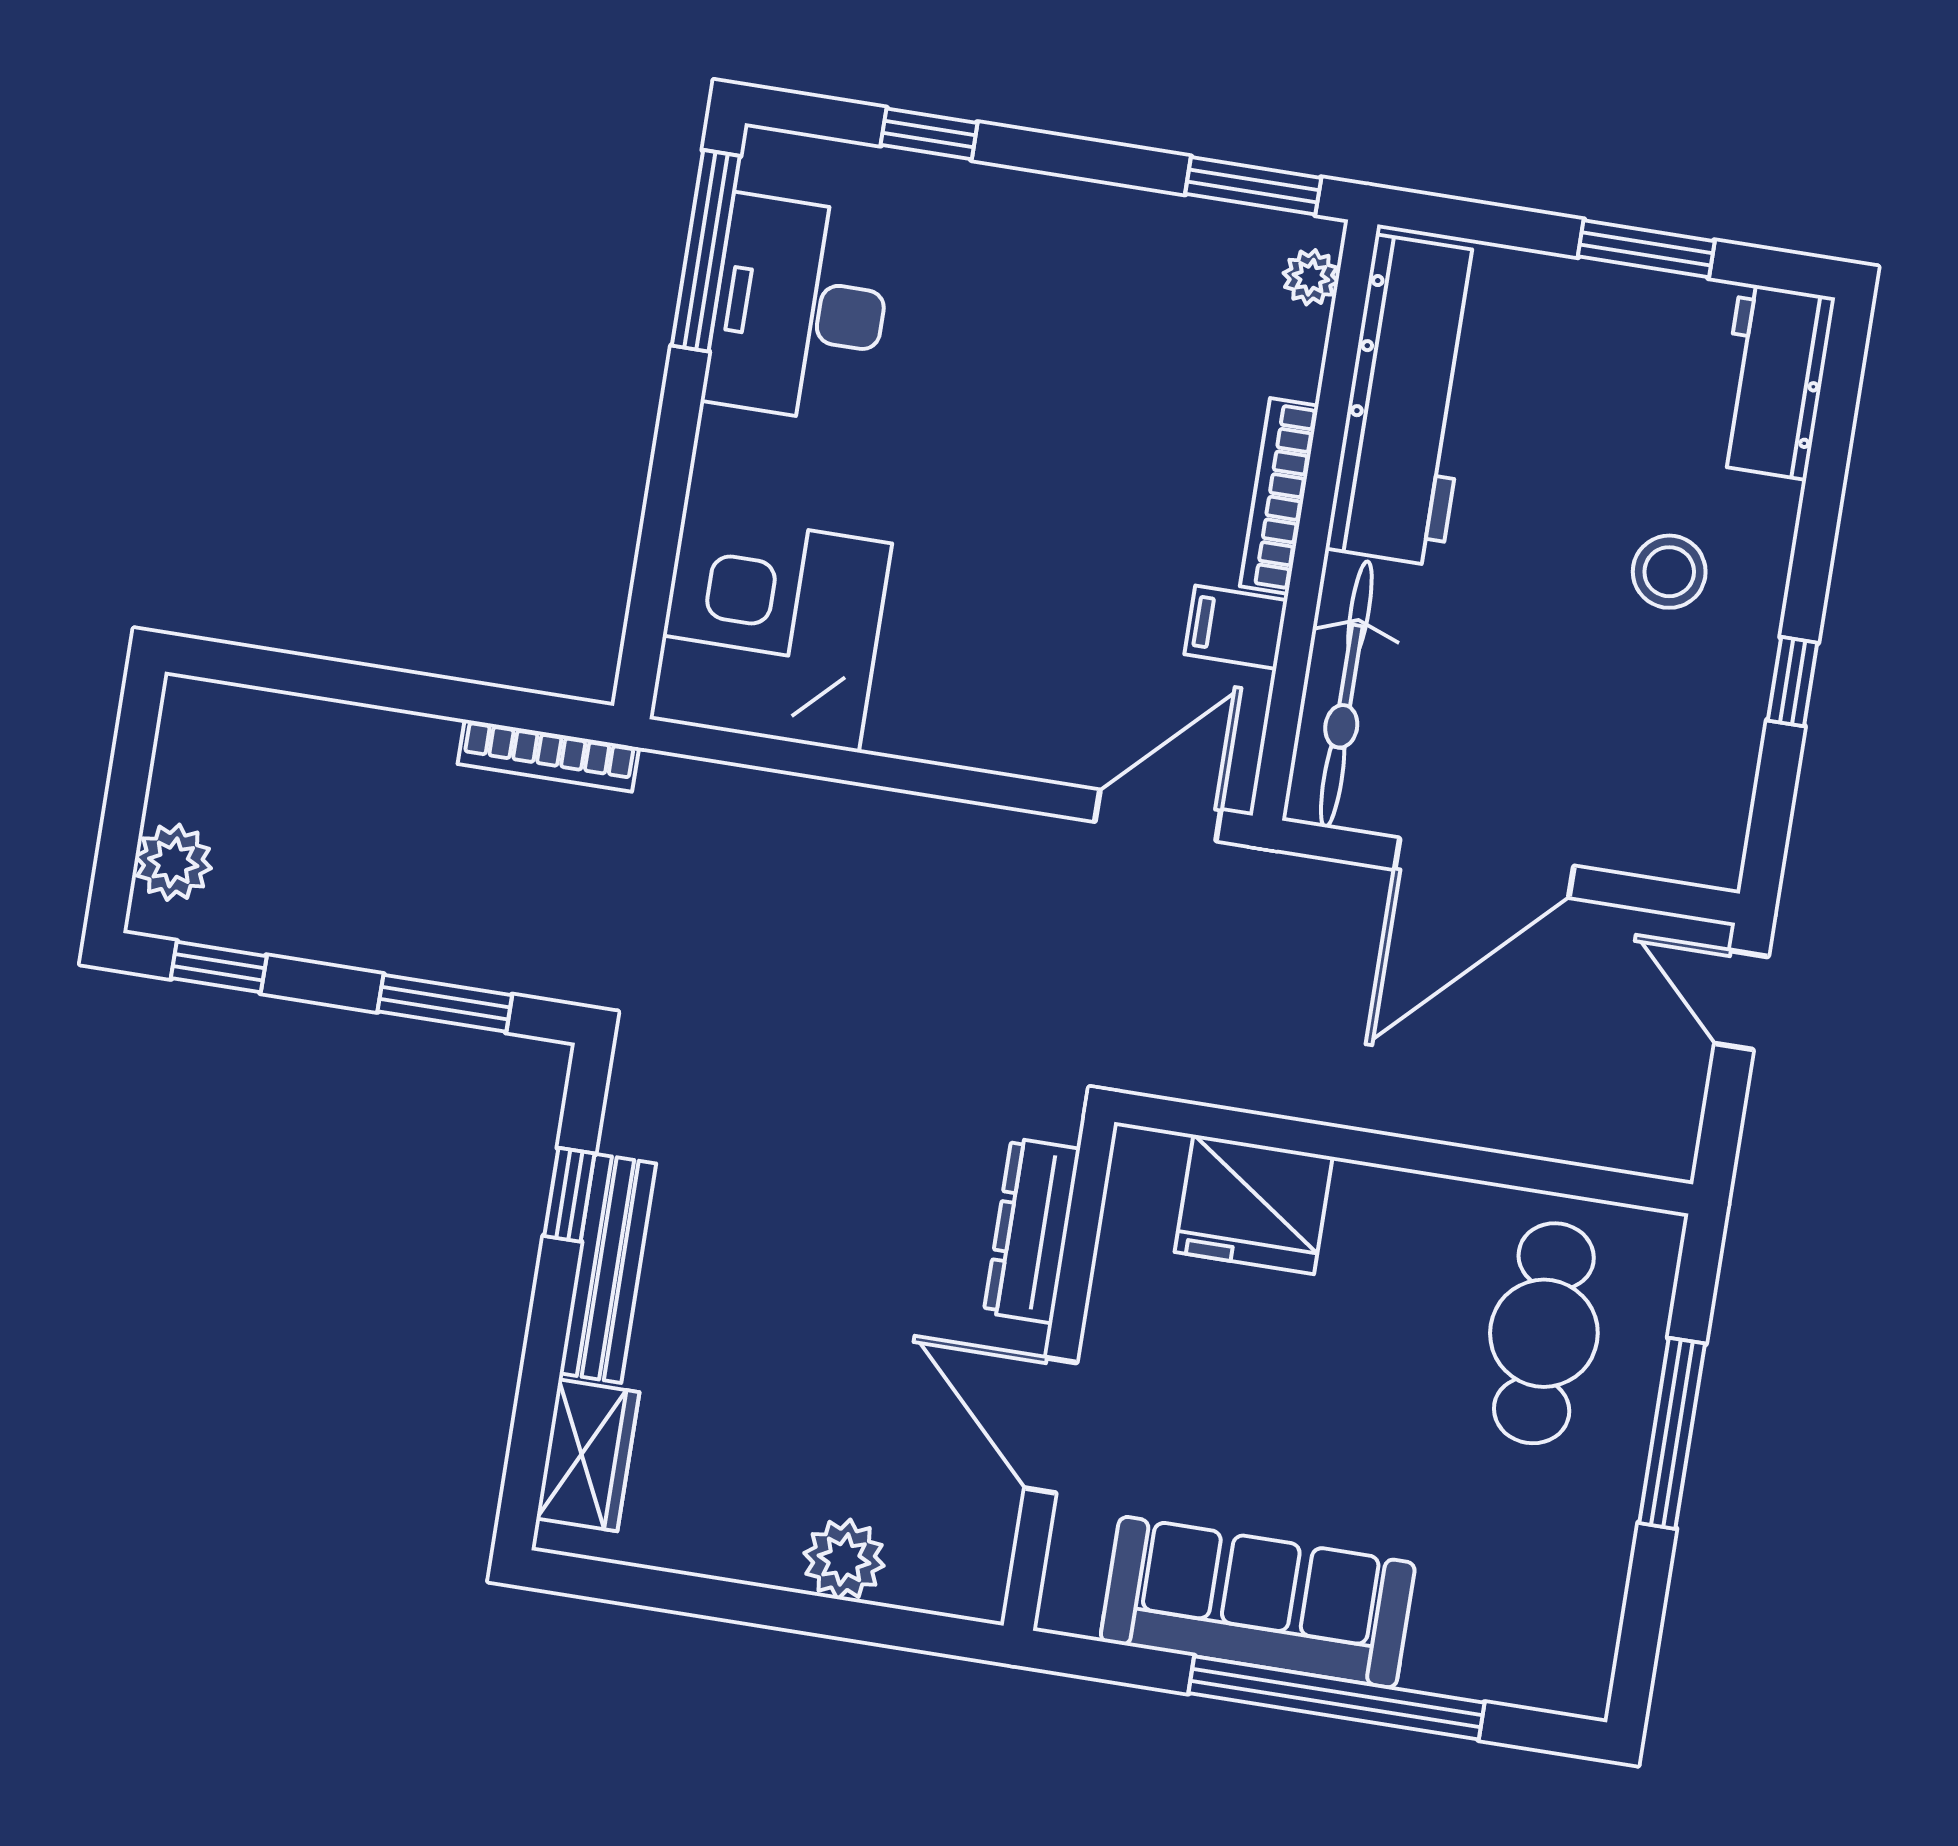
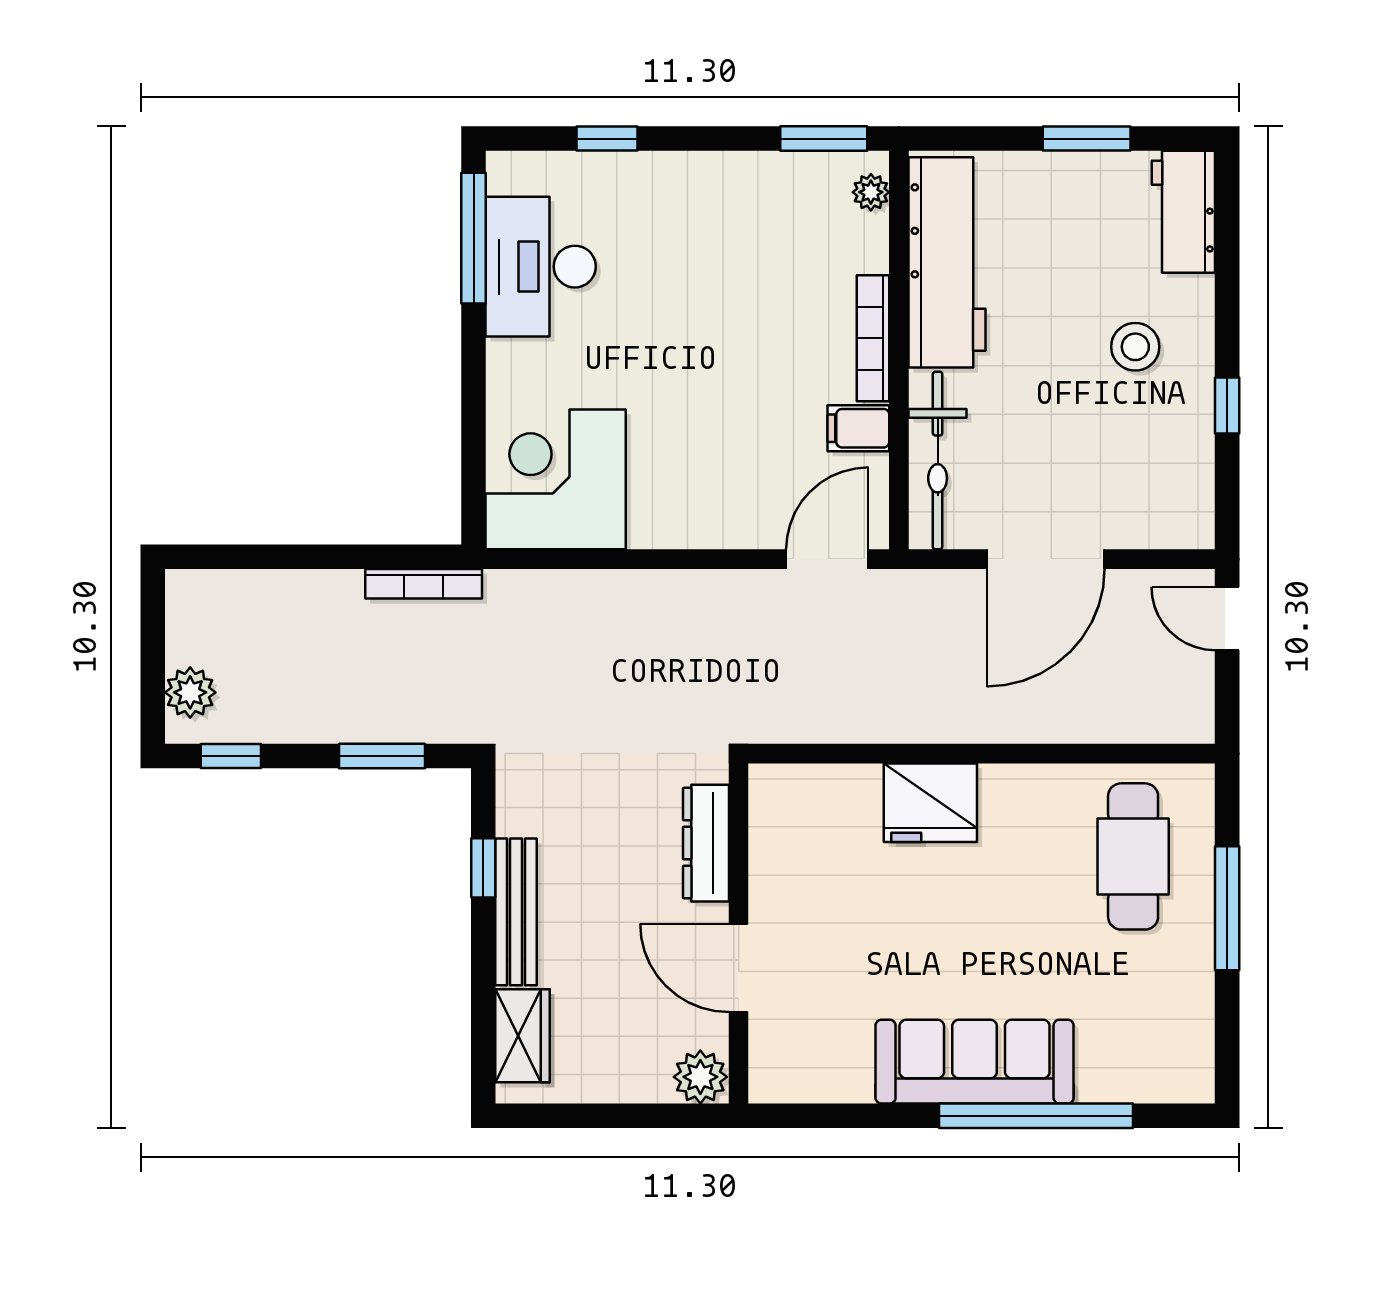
dresser: (1032, 1231) -> (706, 843), moved
wall: (1059, 1374) -> (739, 934), moved
door: (1051, 1425) -> (739, 968), moved

